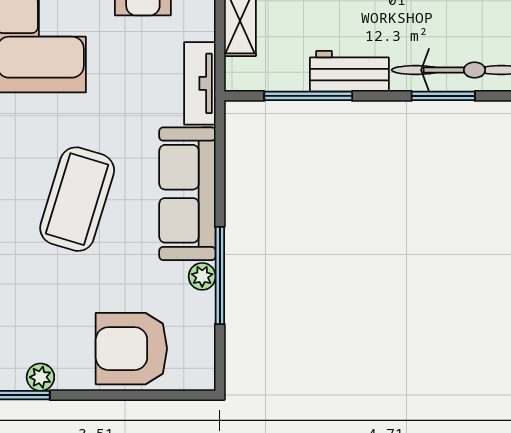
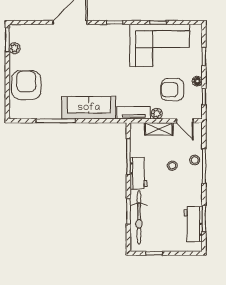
coffee table: (77, 199) -> (87, 63), removed
plant: (202, 276) -> (157, 114), moved

